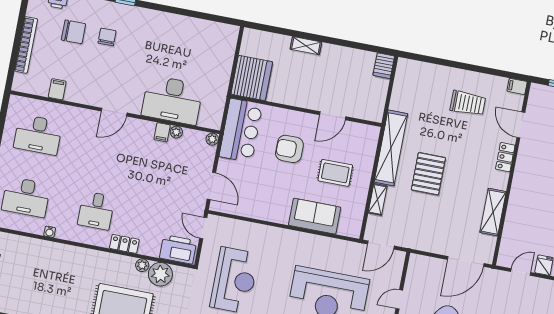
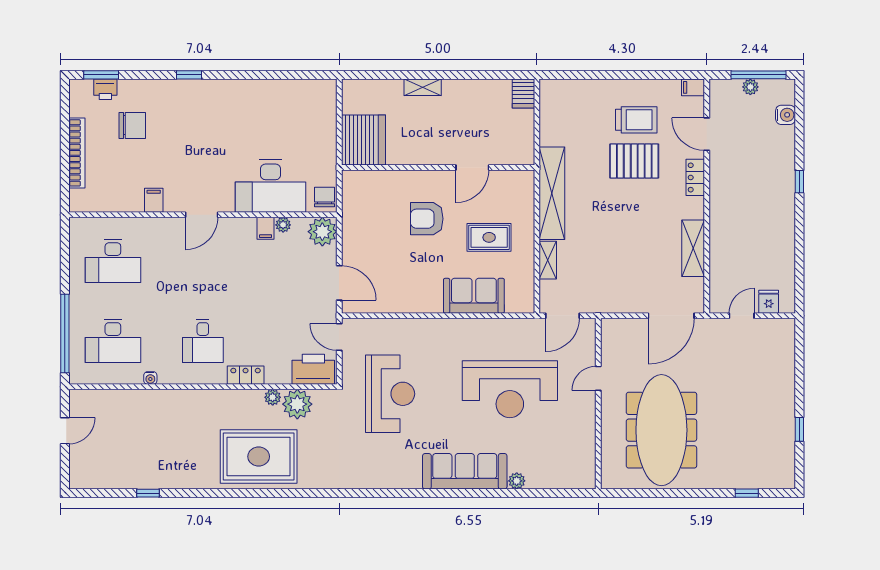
chair: (107, 37) -> (325, 197), moved
filing cabinet: (57, 89) -> (154, 200), moved
bar counter: (241, 130) -> (362, 207), removed
plant: (212, 139) -> (322, 232), width x1.87, depth x1.87
pallet: (428, 174) -> (634, 161), moved, turned 90

